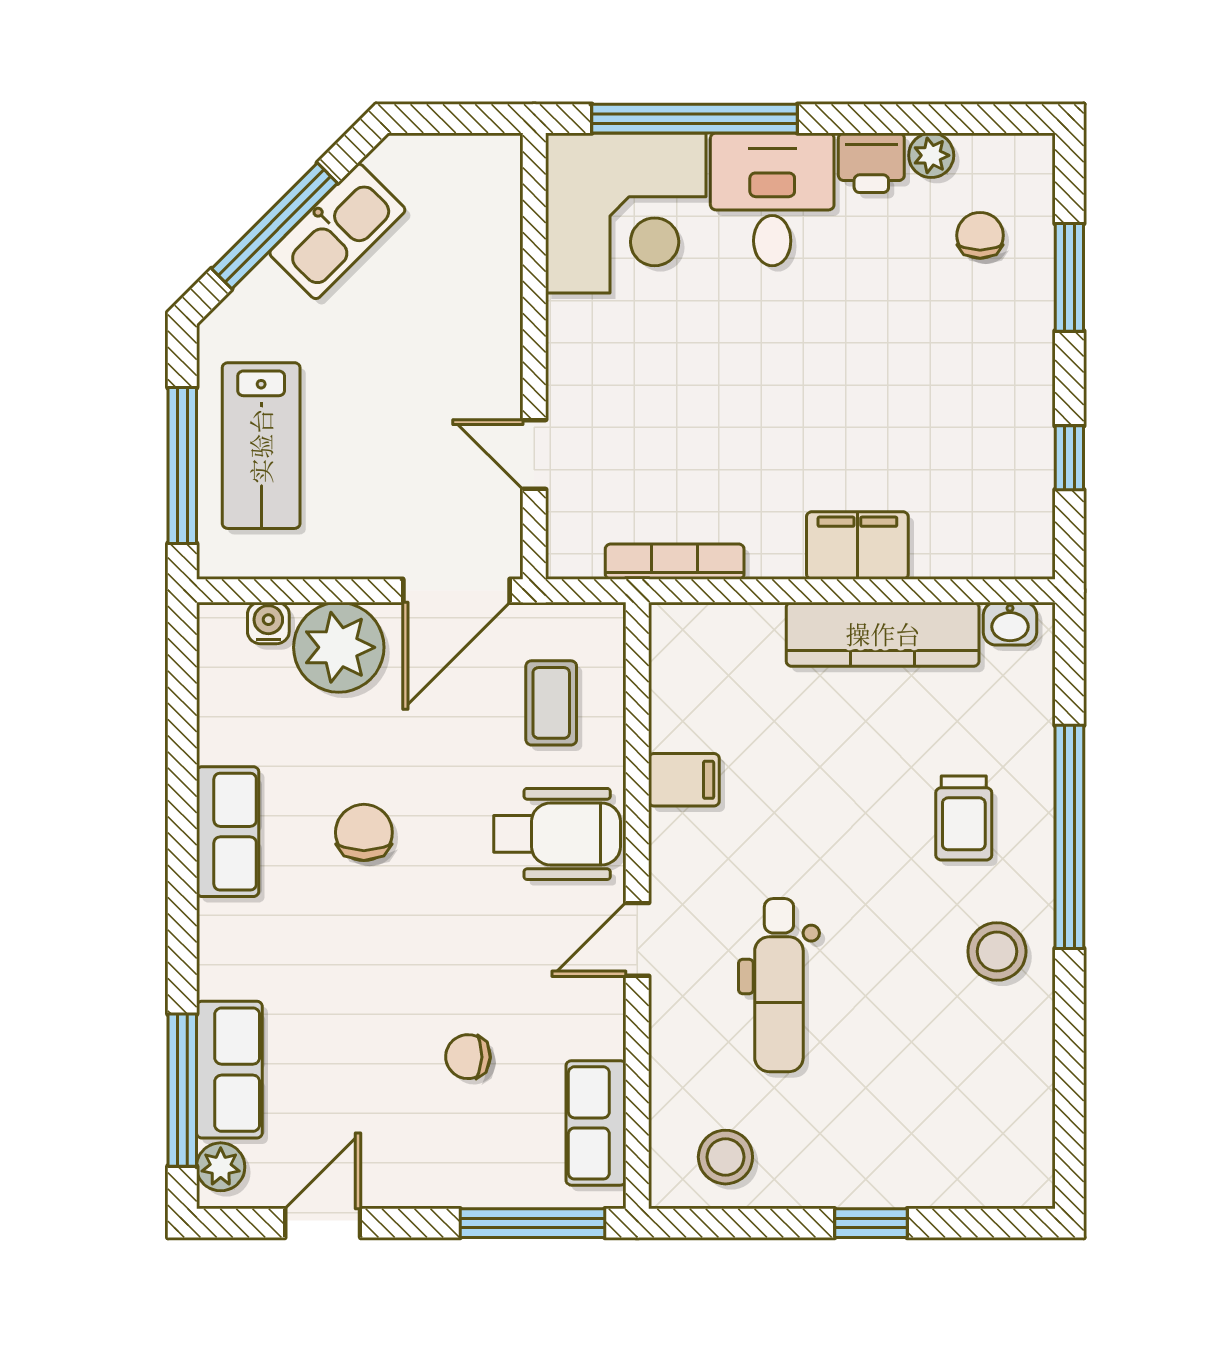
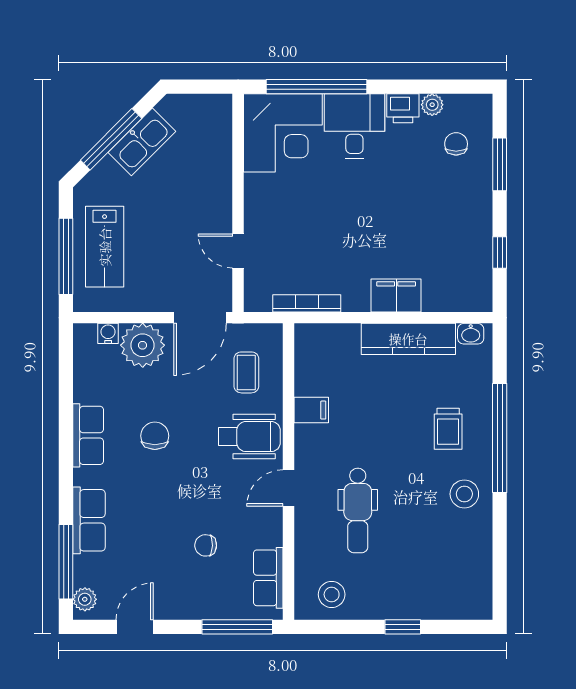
row of seats: (229, 1070) -> (89, 520), moved

